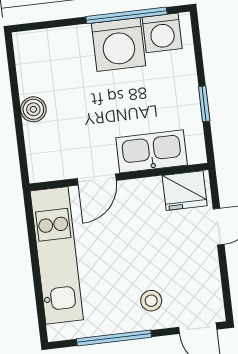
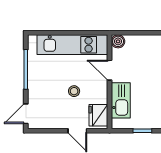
boiler: (33, 109) -> (118, 41), moved
stool: (151, 301) -> (74, 91), moved

